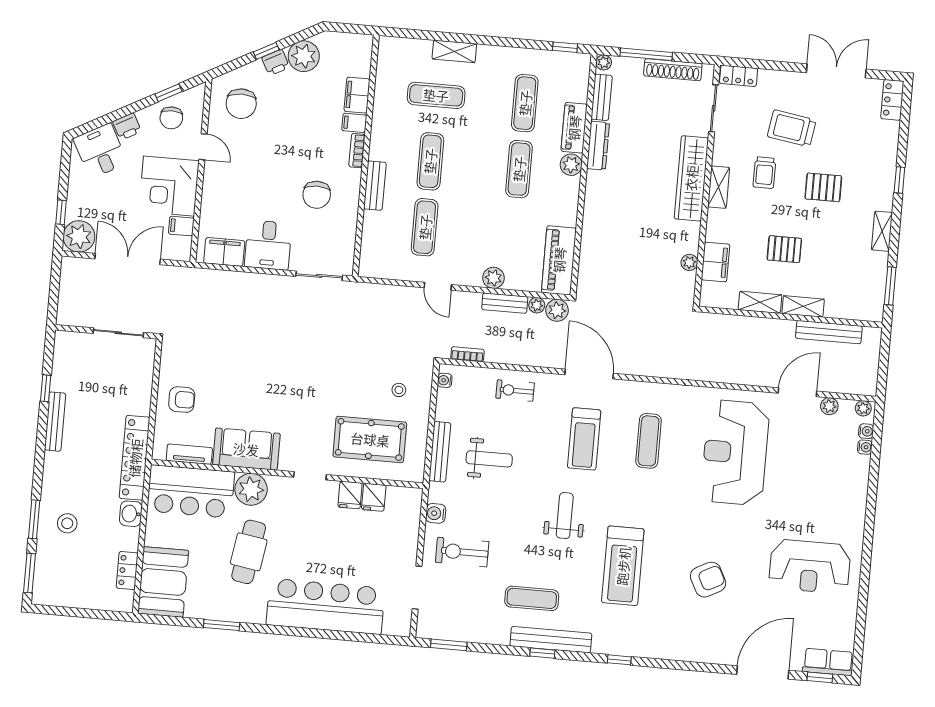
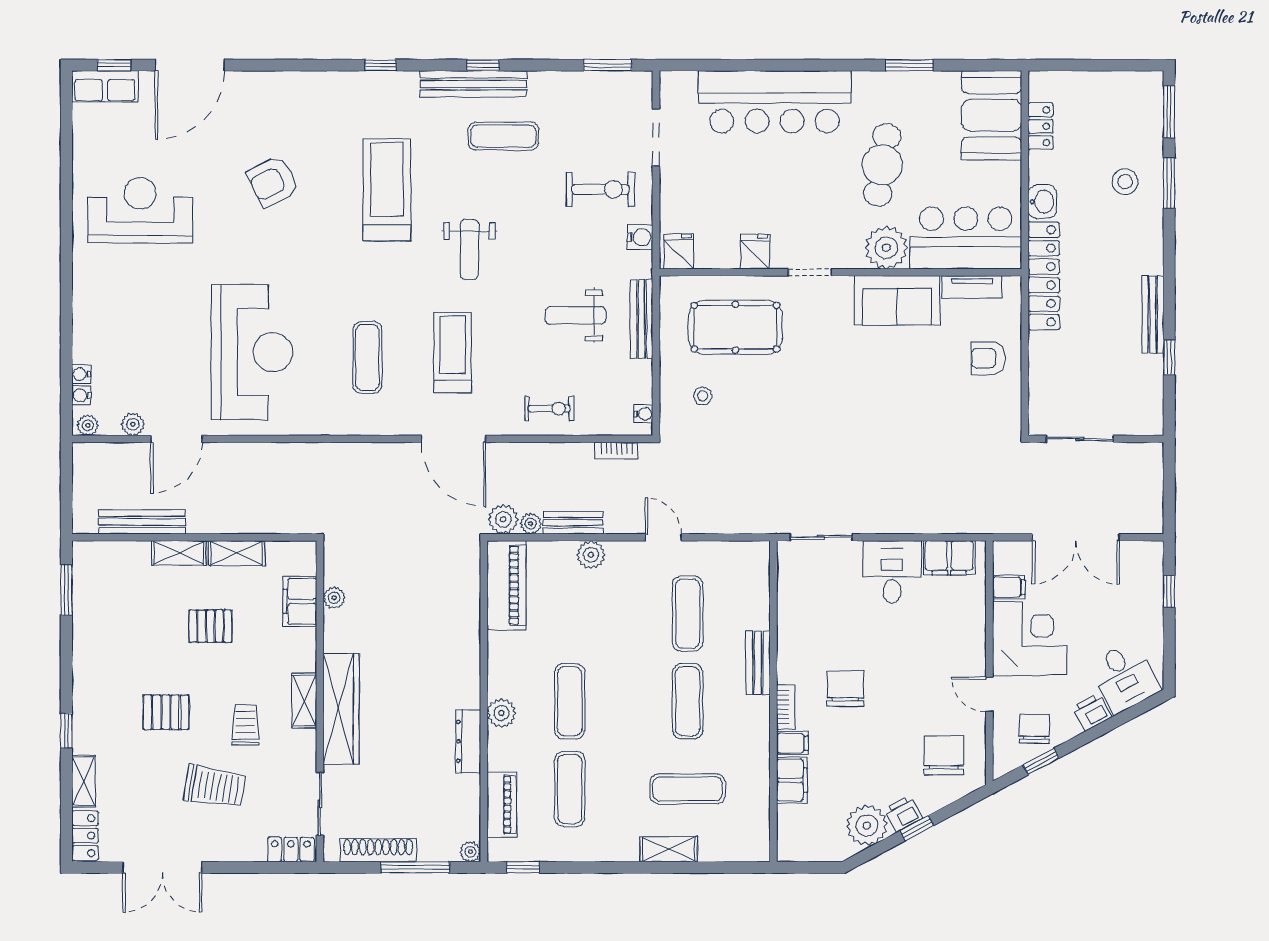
bench: (602, 97) -> (469, 805), removed
piano: (574, 128) -> (502, 805), moved
chair: (317, 195) -> (845, 689), moved
shelving: (882, 231) -> (84, 781), moved
plant: (79, 236) -> (1143, 562), removed
fridge: (374, 497) -> (679, 251), moved

